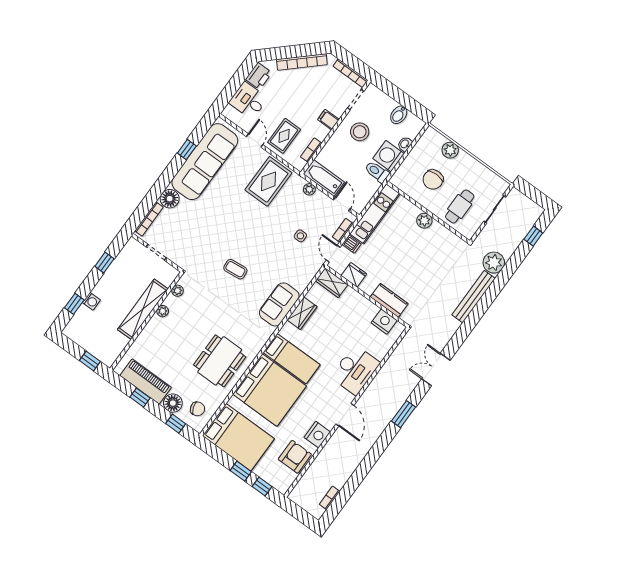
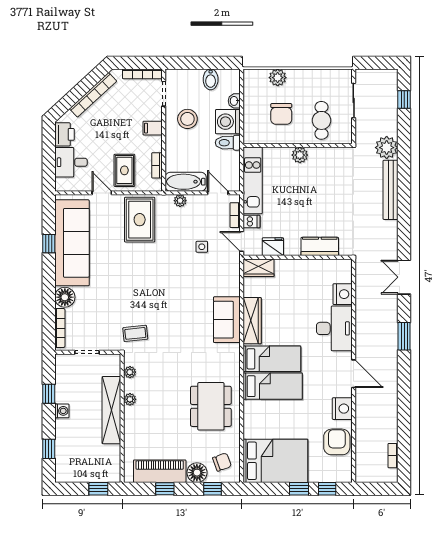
coffee table: (235, 269) -> (135, 333), moved
washing machine: (91, 301) -> (62, 411), moved
wardrobe: (302, 313) -> (252, 321), width x1.50
nightstand: (384, 322) -> (343, 294), moved, turned 90
bed: (270, 390) -> (273, 386), width x0.49

